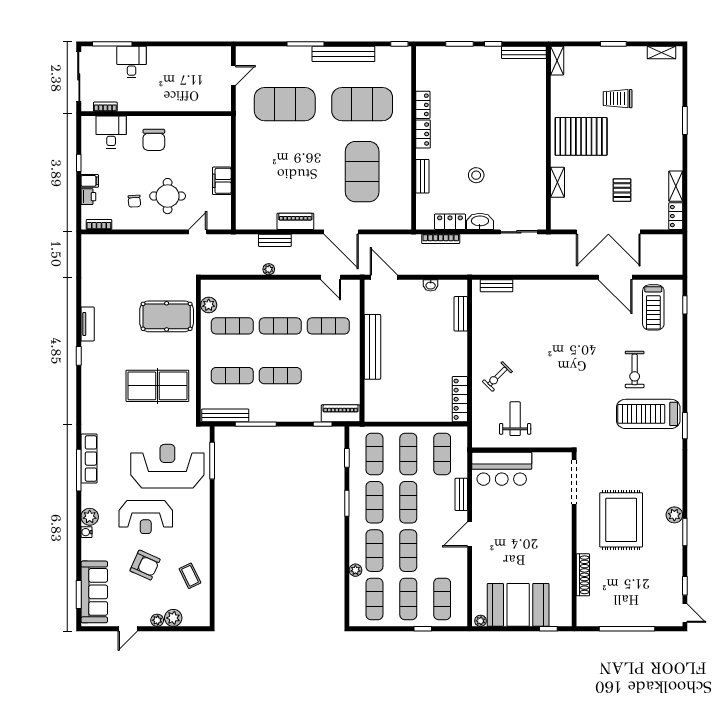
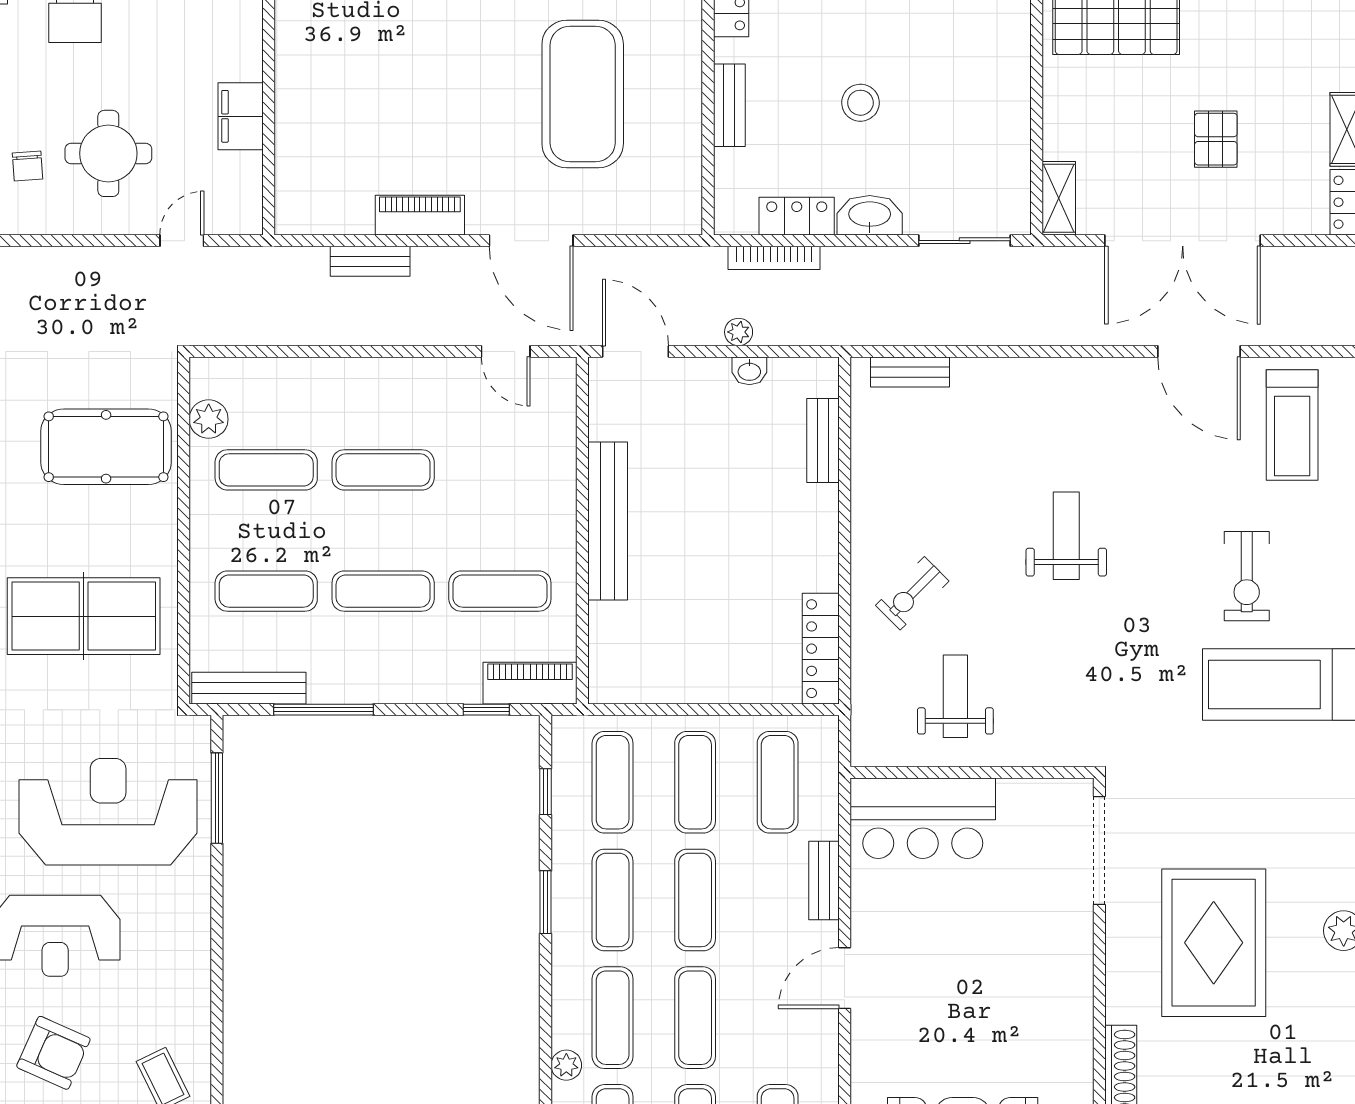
shelving: (558, 182) -> (1059, 198), moved
plant: (269, 269) -> (739, 332), moved
exercise mat: (328, 326) -> (500, 591), moved
weight bench: (561, 353) -> (1066, 536), added

